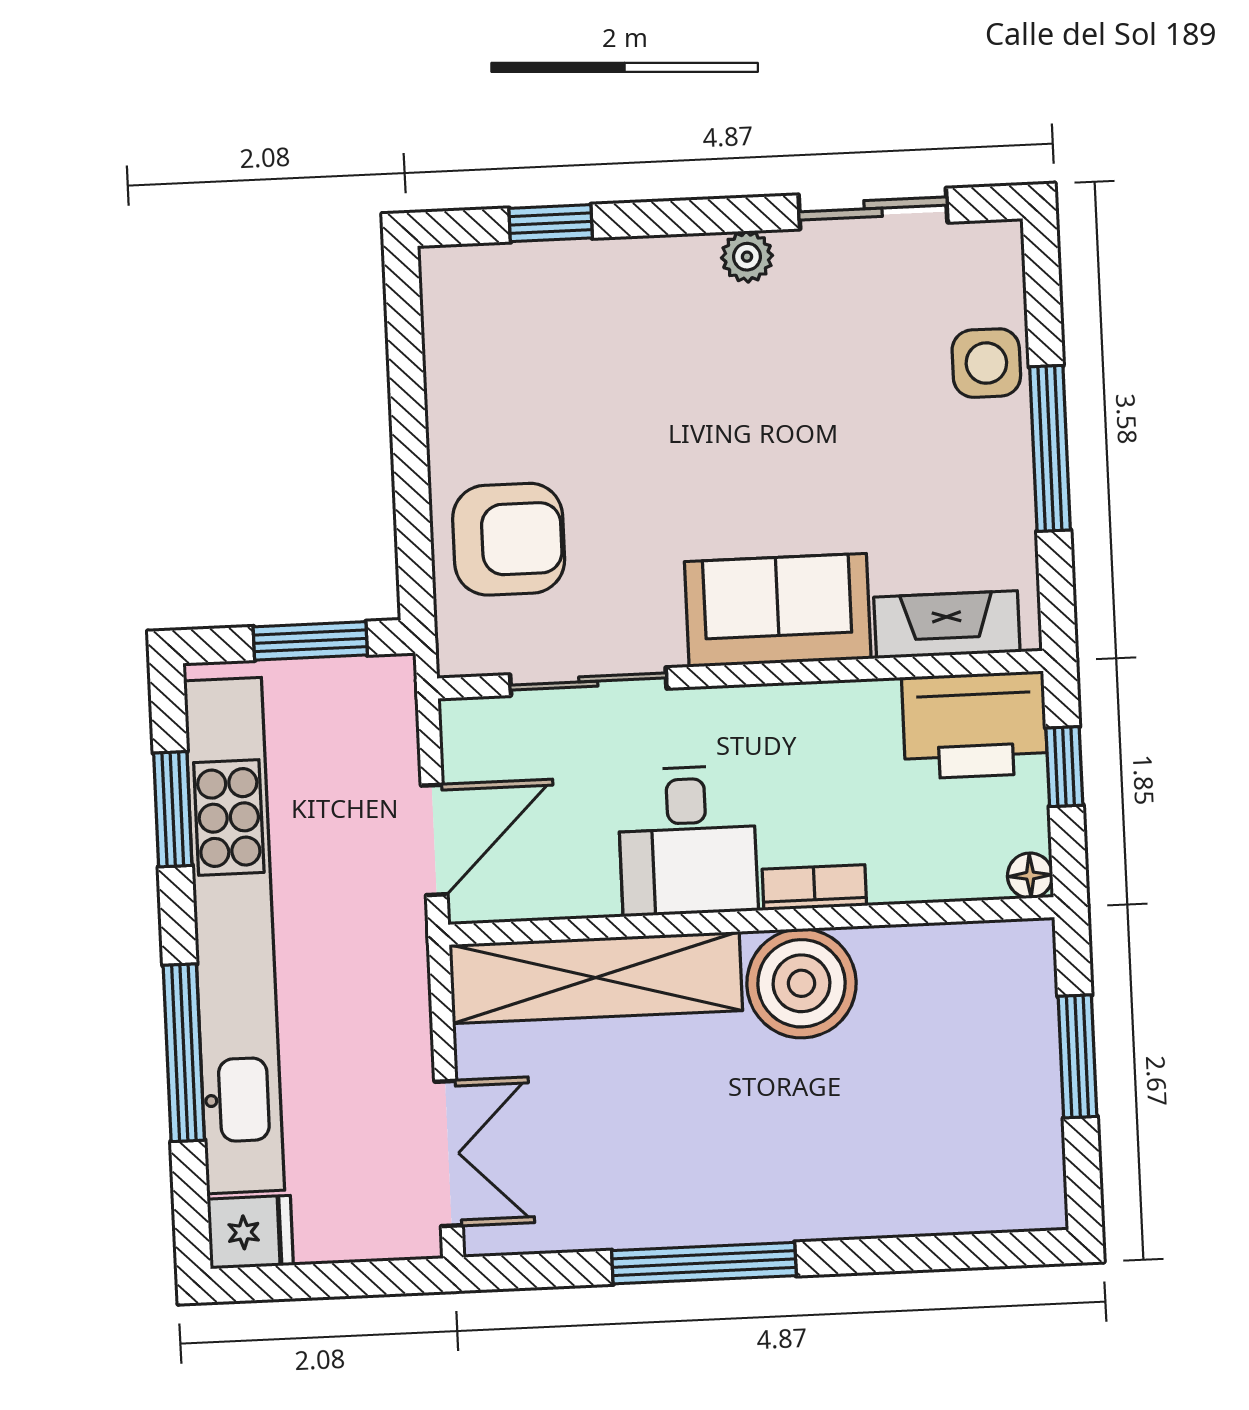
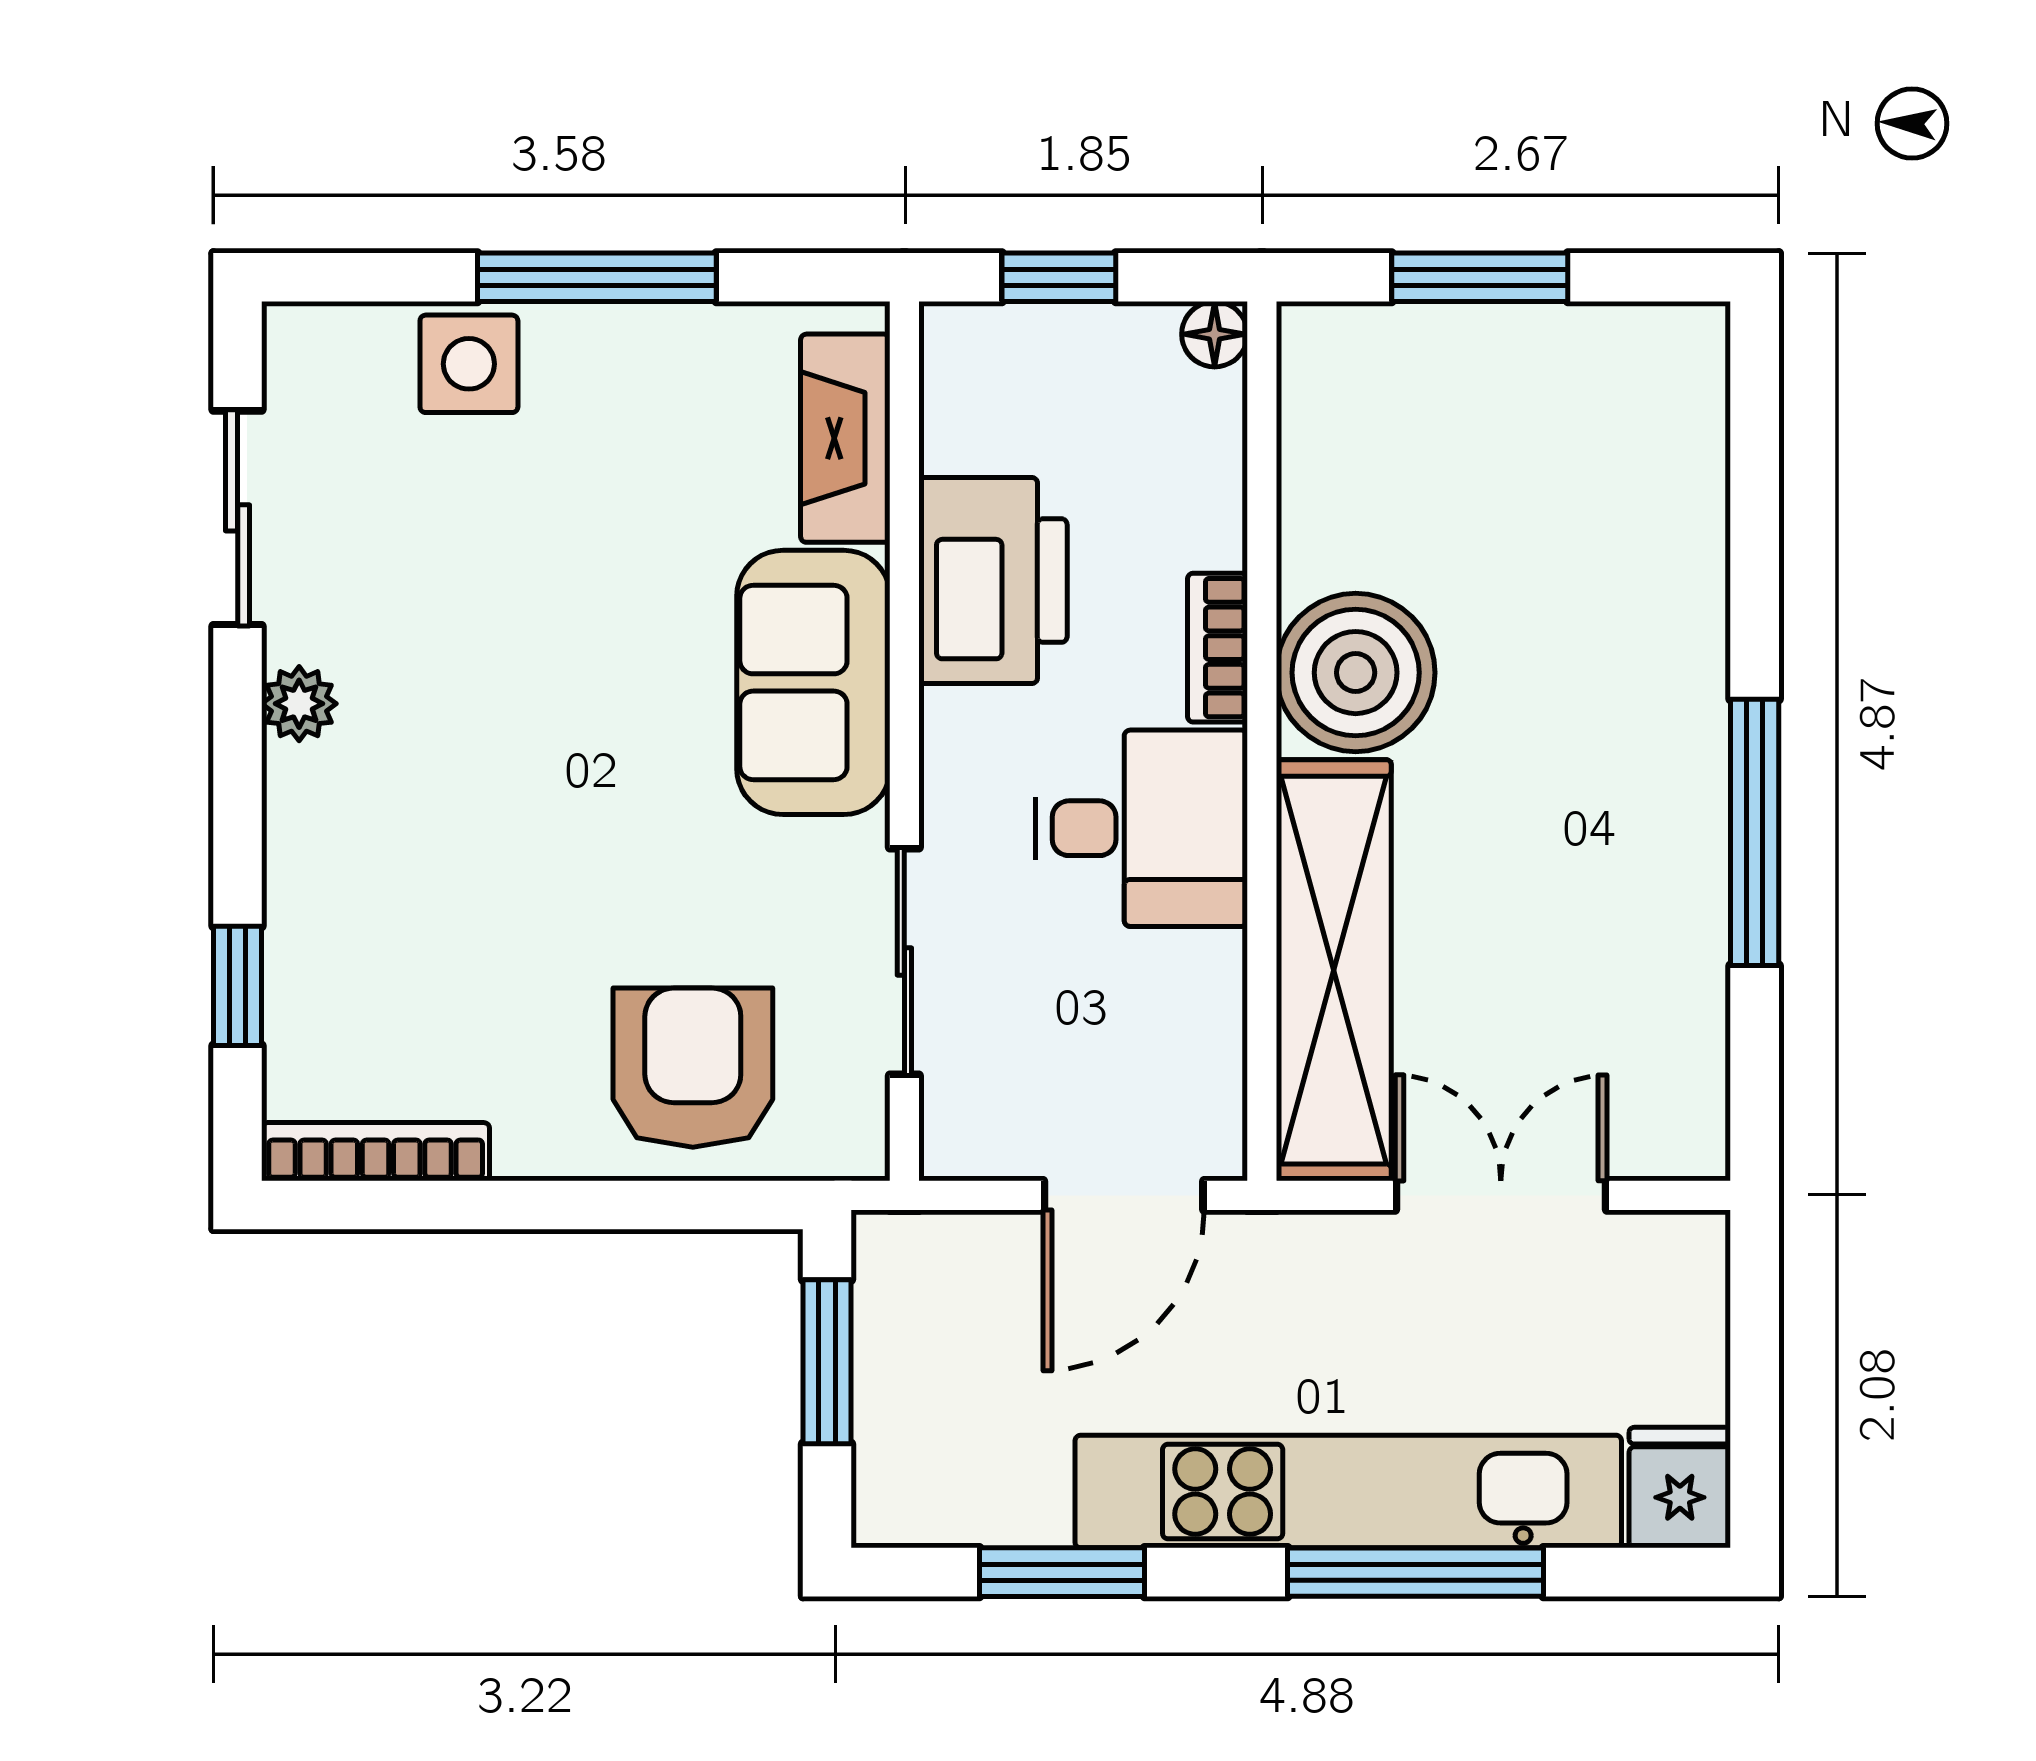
bookcase: (441, 323) -> (376, 1152), added
printer: (975, 725) -> (993, 581), moved
door: (434, 840) -> (1124, 1195), swing flipped
kitchen unit: (234, 936) -> (1348, 1492), width x0.73
double door: (448, 1153) -> (1501, 1195), moved

